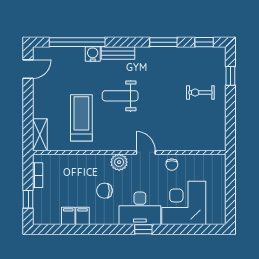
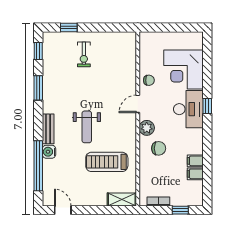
chair: (104, 191) -> (159, 148), moved, turned -90

